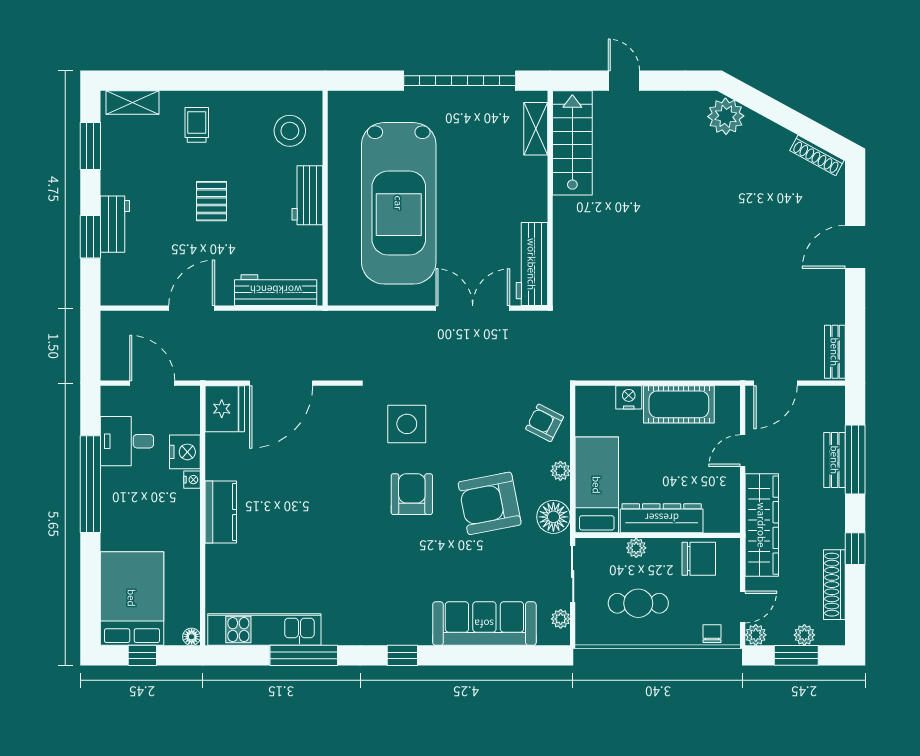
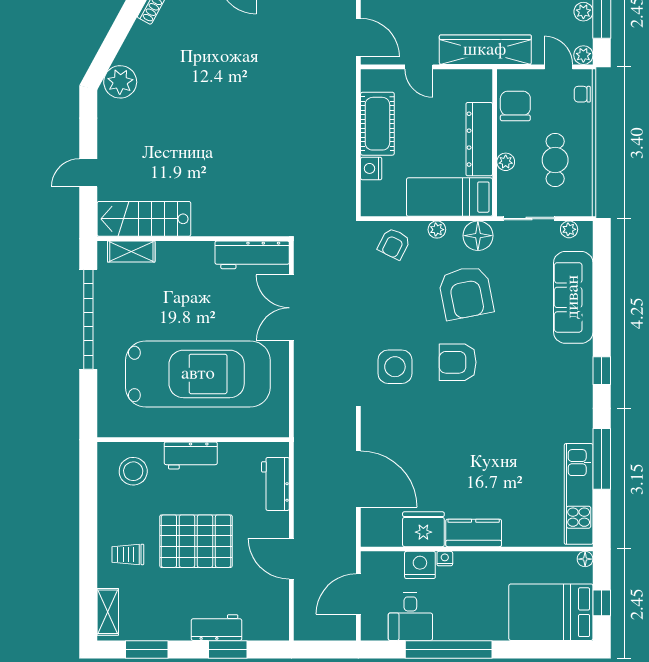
pallet: (211, 201) -> (196, 541), width x2.05, depth x2.00
workbench: (276, 290) -> (275, 484), width x0.73
fridge: (225, 409) -> (423, 529), moved

